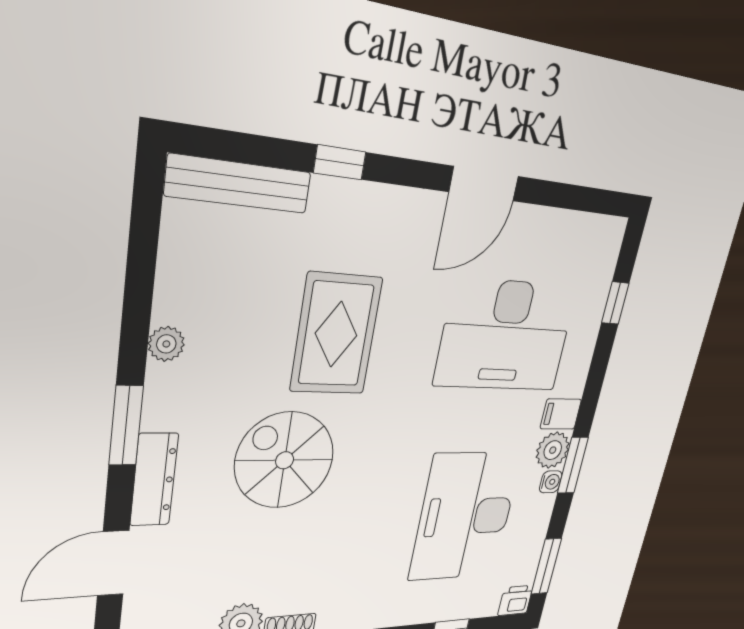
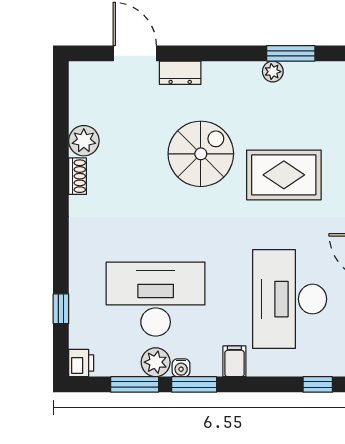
window: (126, 426) -> (291, 53), moved
plant: (553, 450) -> (156, 362), moved
dresser: (154, 480) -> (180, 73), width x0.70
window: (546, 566) -> (135, 384), moved

